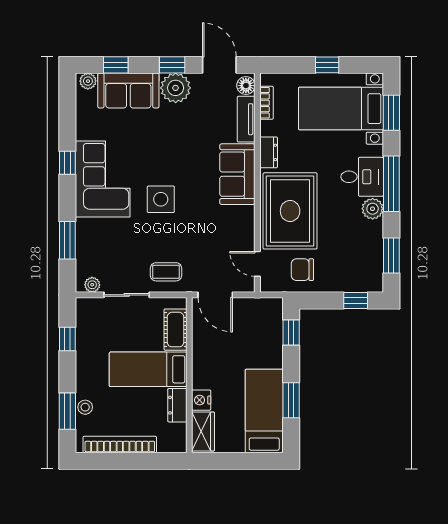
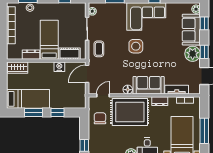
window: (327, 65) -> (204, 131), width x2.17
floor lamp: (246, 86) -> (128, 90), moved
window: (291, 332) -> (58, 113), moved
nightstand: (201, 400) -> (59, 67), moved

